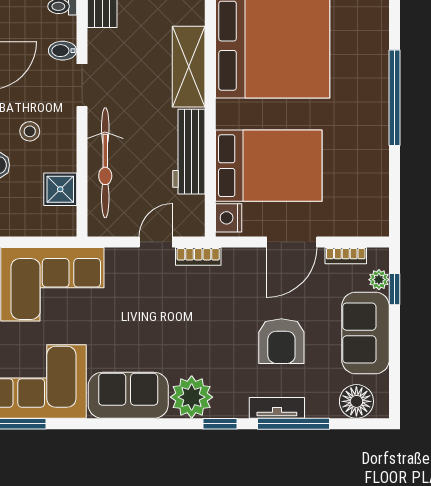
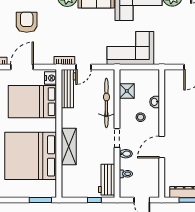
workbench: (189, 152) -> (69, 89), moved

